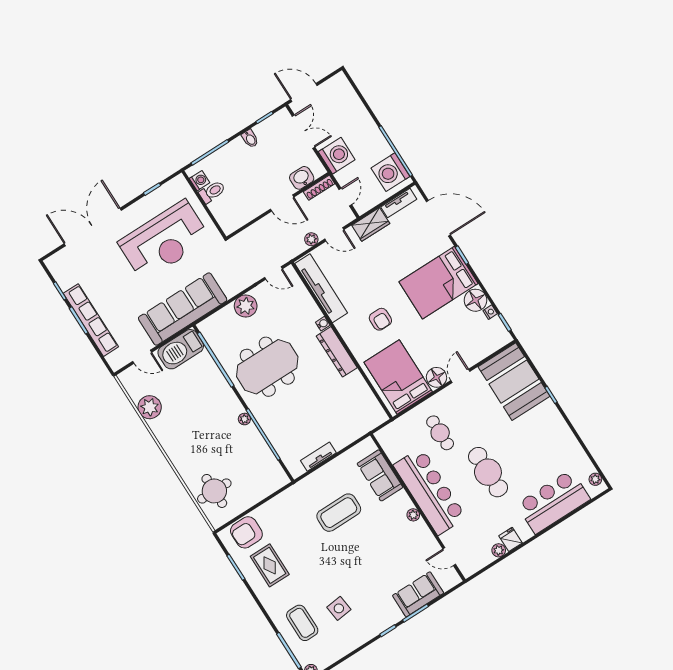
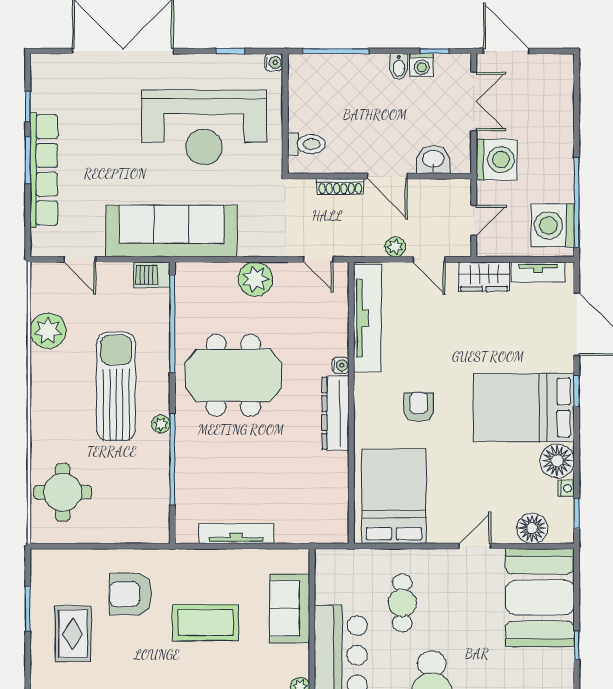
water cooler: (180, 180) -> (274, 62), added
washing machine: (200, 181) -> (422, 65), moved, turned 90
shoe rack: (319, 188) -> (340, 187), moved
toilet: (212, 192) -> (306, 144), moved
armchair: (380, 319) -> (419, 407), turned 180
barbecue: (181, 349) -> (152, 275), width x0.53, depth x0.65
floor lamp: (436, 377) -> (532, 528), moved
sun lounger: (207, 414) -> (116, 386), added
tv unit: (318, 457) -> (236, 534), width x1.41
armchair: (246, 532) -> (130, 594), moved

